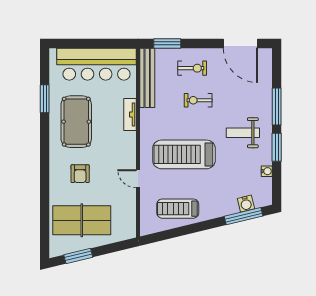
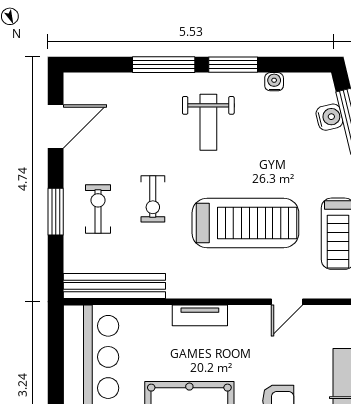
window: (167, 43) -> (56, 212), moved
door: (240, 43) -> (56, 126), width x0.73
tv unit: (130, 115) -> (200, 315), moved
treadmill: (184, 154) -> (245, 223), turned -90

